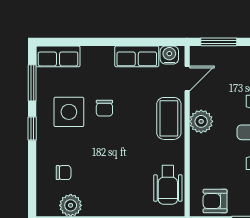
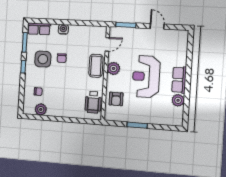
water cooler: (169, 55) -> (63, 29), moved
row of seats: (137, 56) -> (81, 31), removed
armchair: (215, 201) -> (116, 99), moved, turned -90

